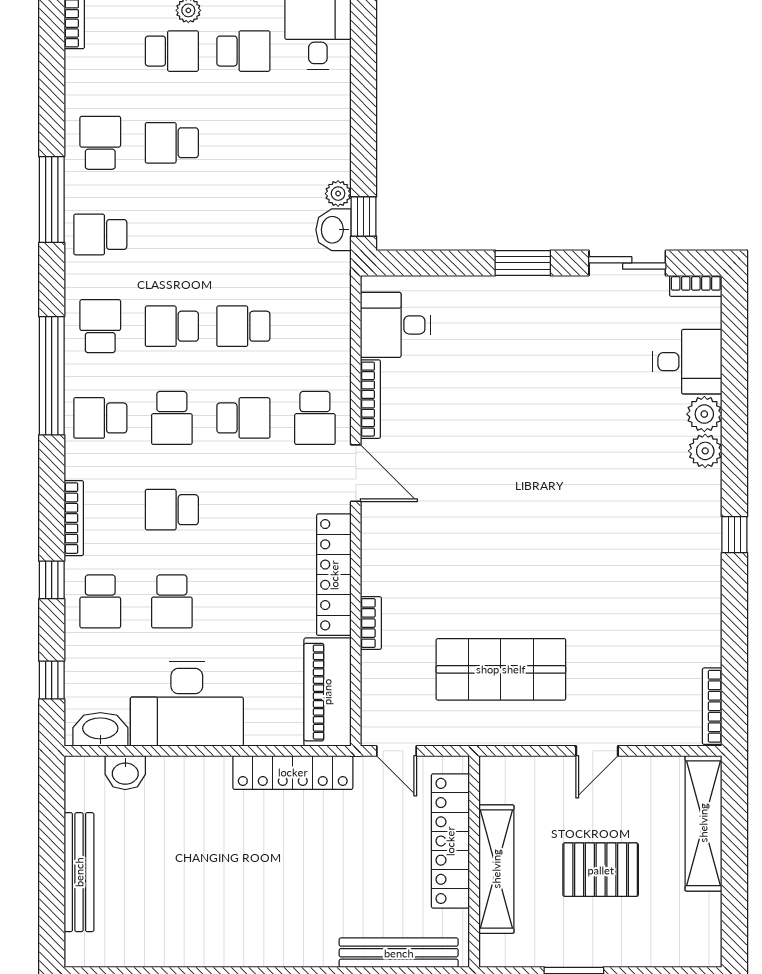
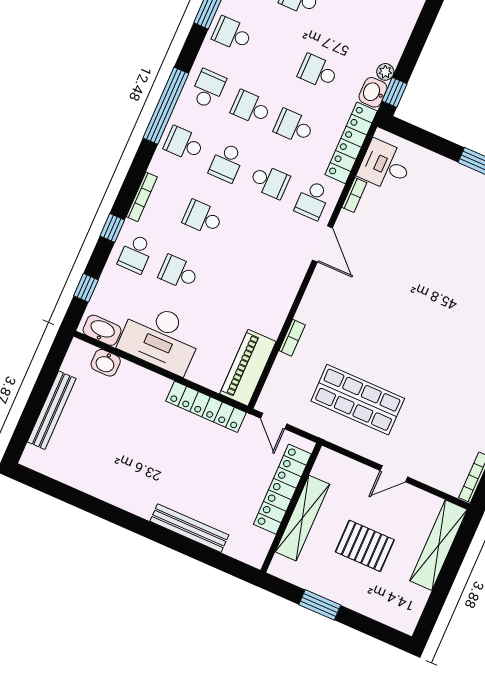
school desk: (243, 234) -> (318, 72), added
bookcase: (370, 399) -> (354, 195), width x0.64
locker: (334, 575) -> (351, 143), moved
school desk: (172, 601) -> (179, 272), turned 90
bench: (399, 953) -> (189, 528), moved

